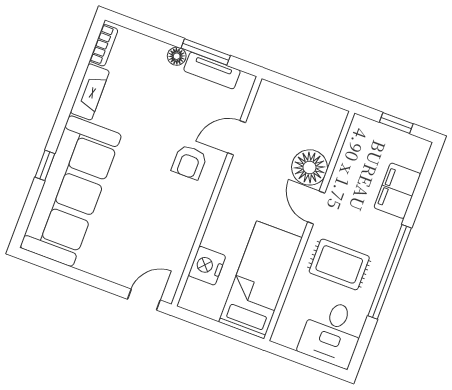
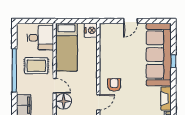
nightstand: (207, 266) -> (91, 30), moved
door: (144, 300) -> (131, 21), moved
desk: (332, 333) -> (40, 38), moved, turned 90

